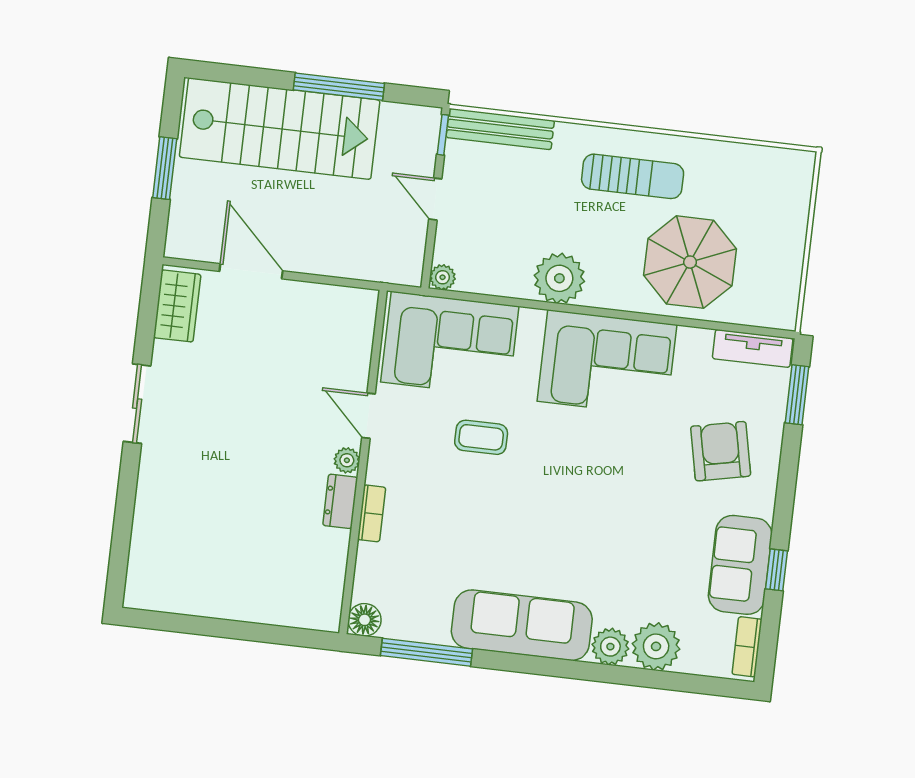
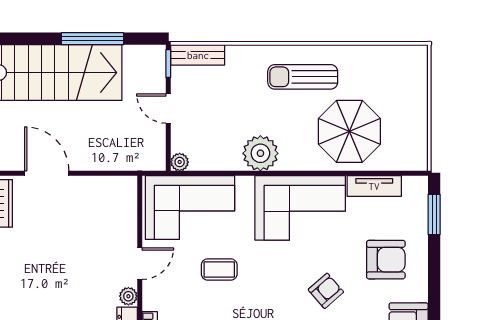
bench: (500, 129) -> (198, 55), width x0.73
sun lounger: (633, 176) -> (303, 77), turned 180
tv unit: (753, 348) -> (374, 186), moved
door: (368, 416) -> (140, 264), swing flipped
armchair: (721, 451) -> (386, 260), turned 102
armchair: (630, 486) -> (326, 291), added

